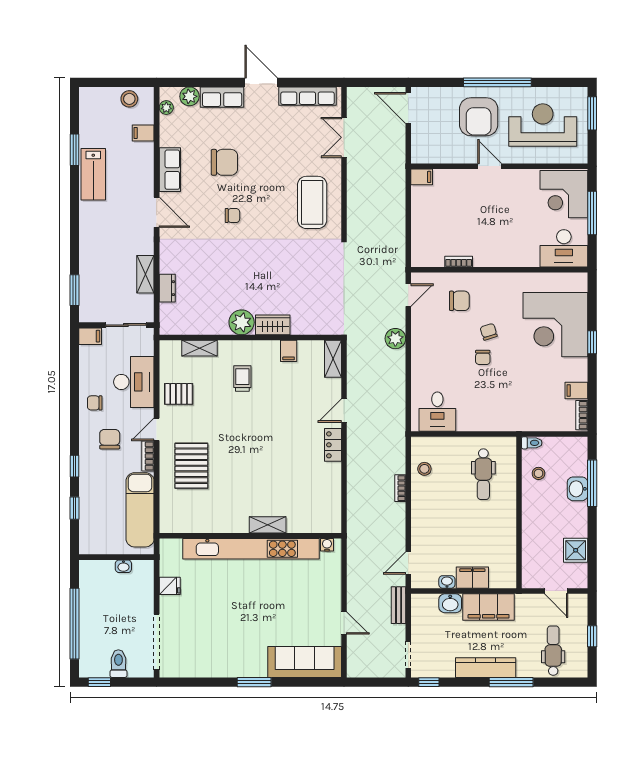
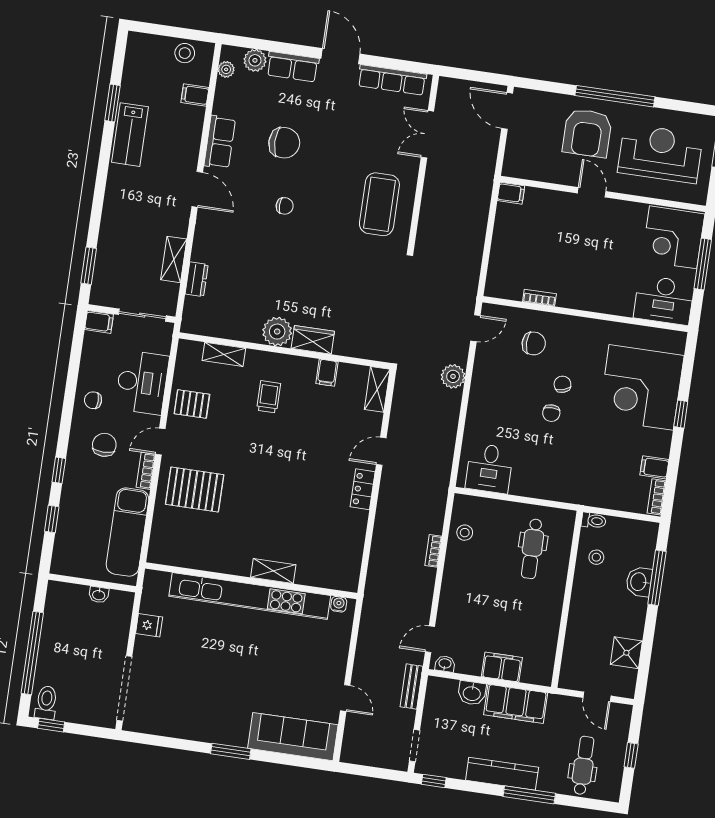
pallet: (191, 466) -> (195, 489), turned 90
washbasin: (447, 582) -> (445, 664), moved
toilet: (118, 664) -> (46, 703), moved

